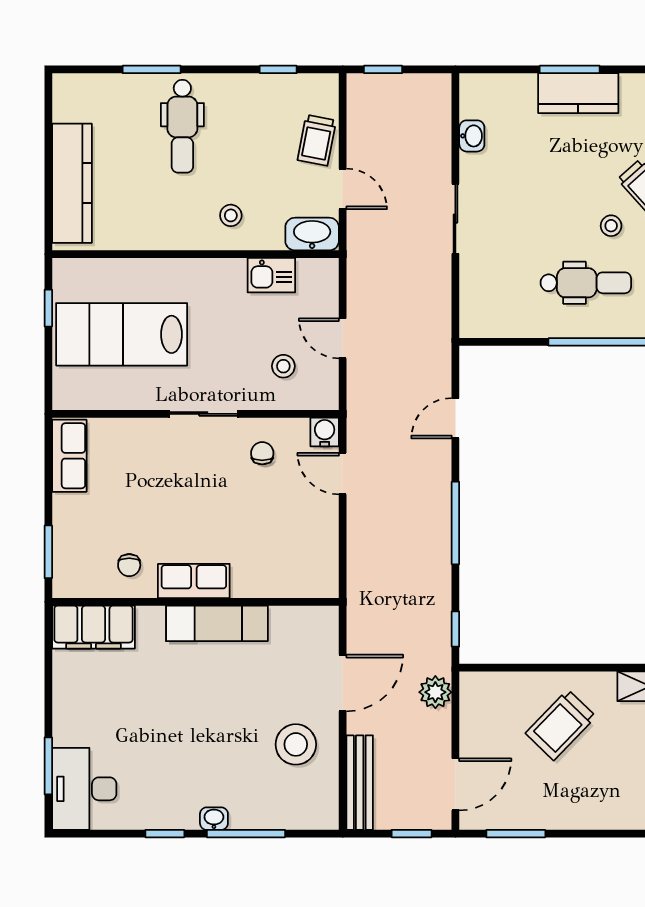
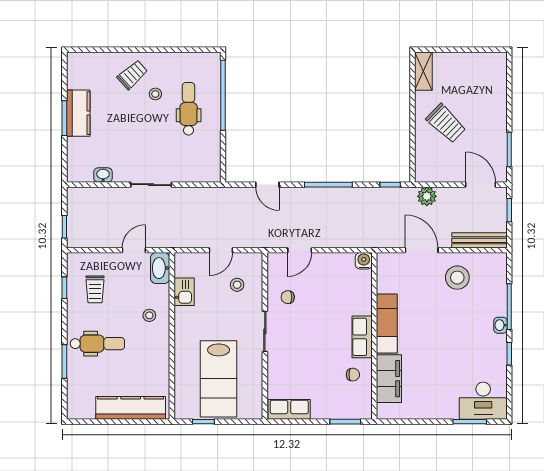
trolley: (317, 140) -> (95, 289), moved, turned 79
water cooler: (325, 432) -> (364, 261), moved, turned 90
filing cabinet: (93, 627) -> (389, 379), moved

